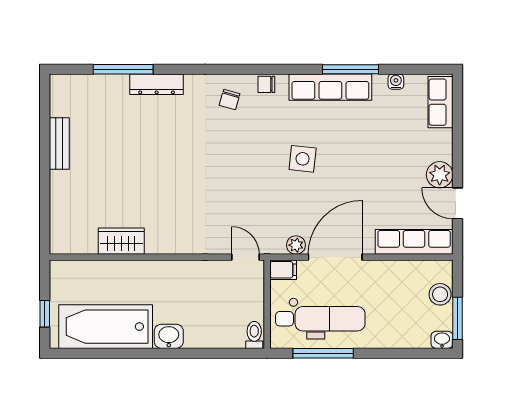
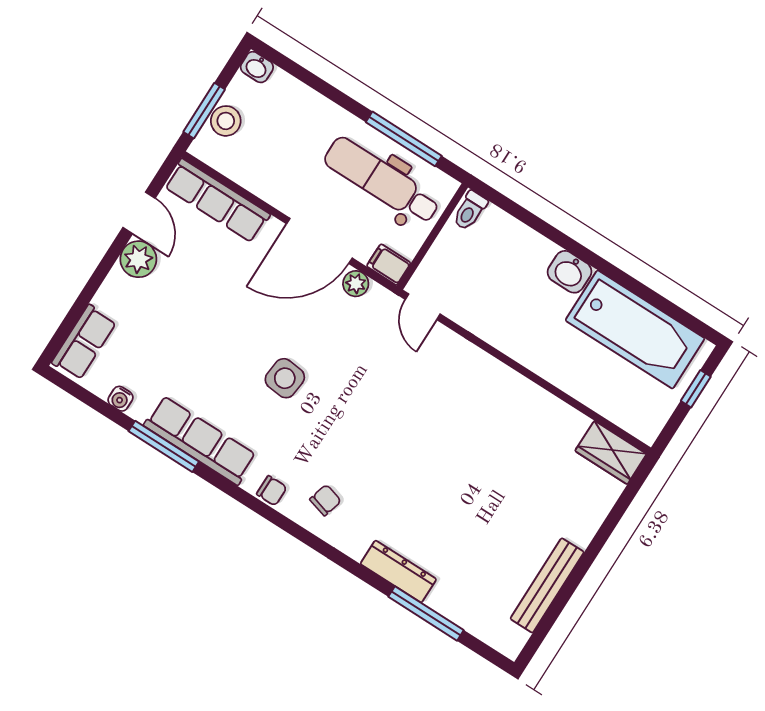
bench: (59, 143) -> (547, 585), width x1.36
wardrobe: (121, 241) -> (611, 452), moved
window: (457, 318) -> (204, 111), moved

